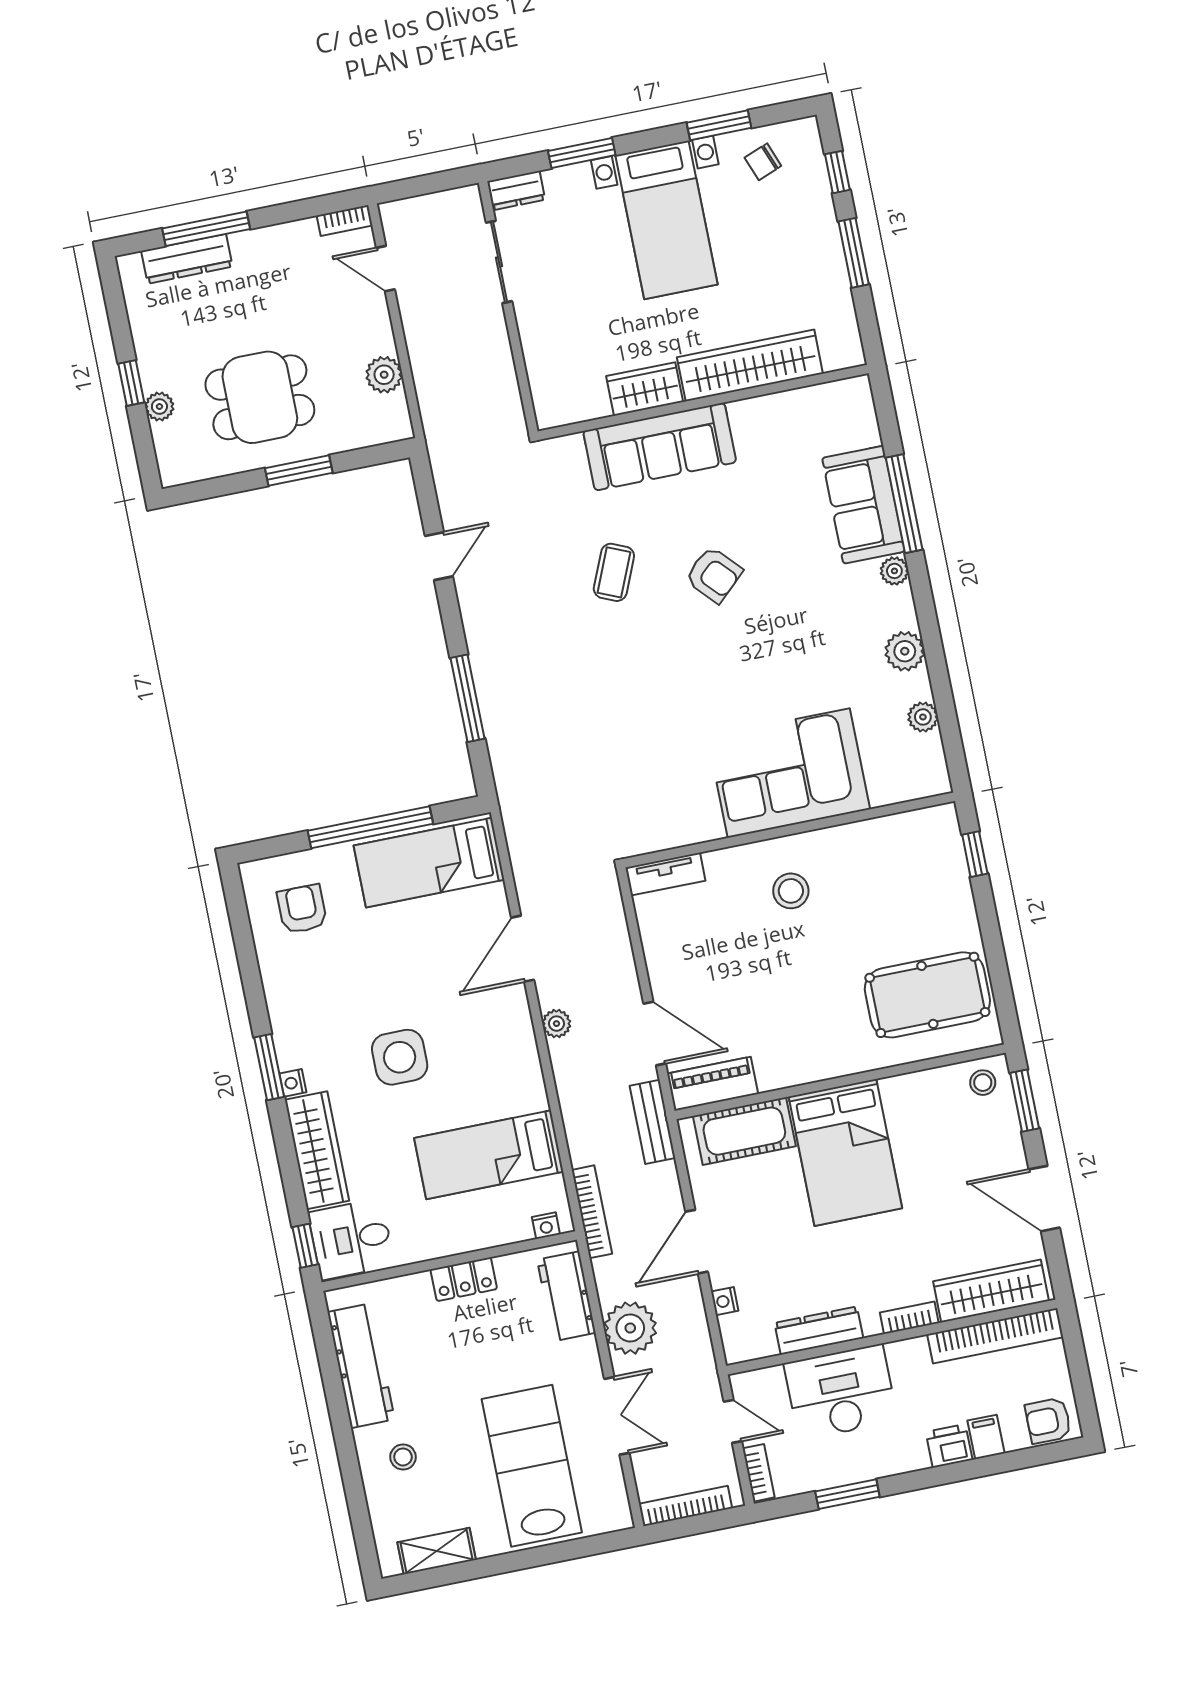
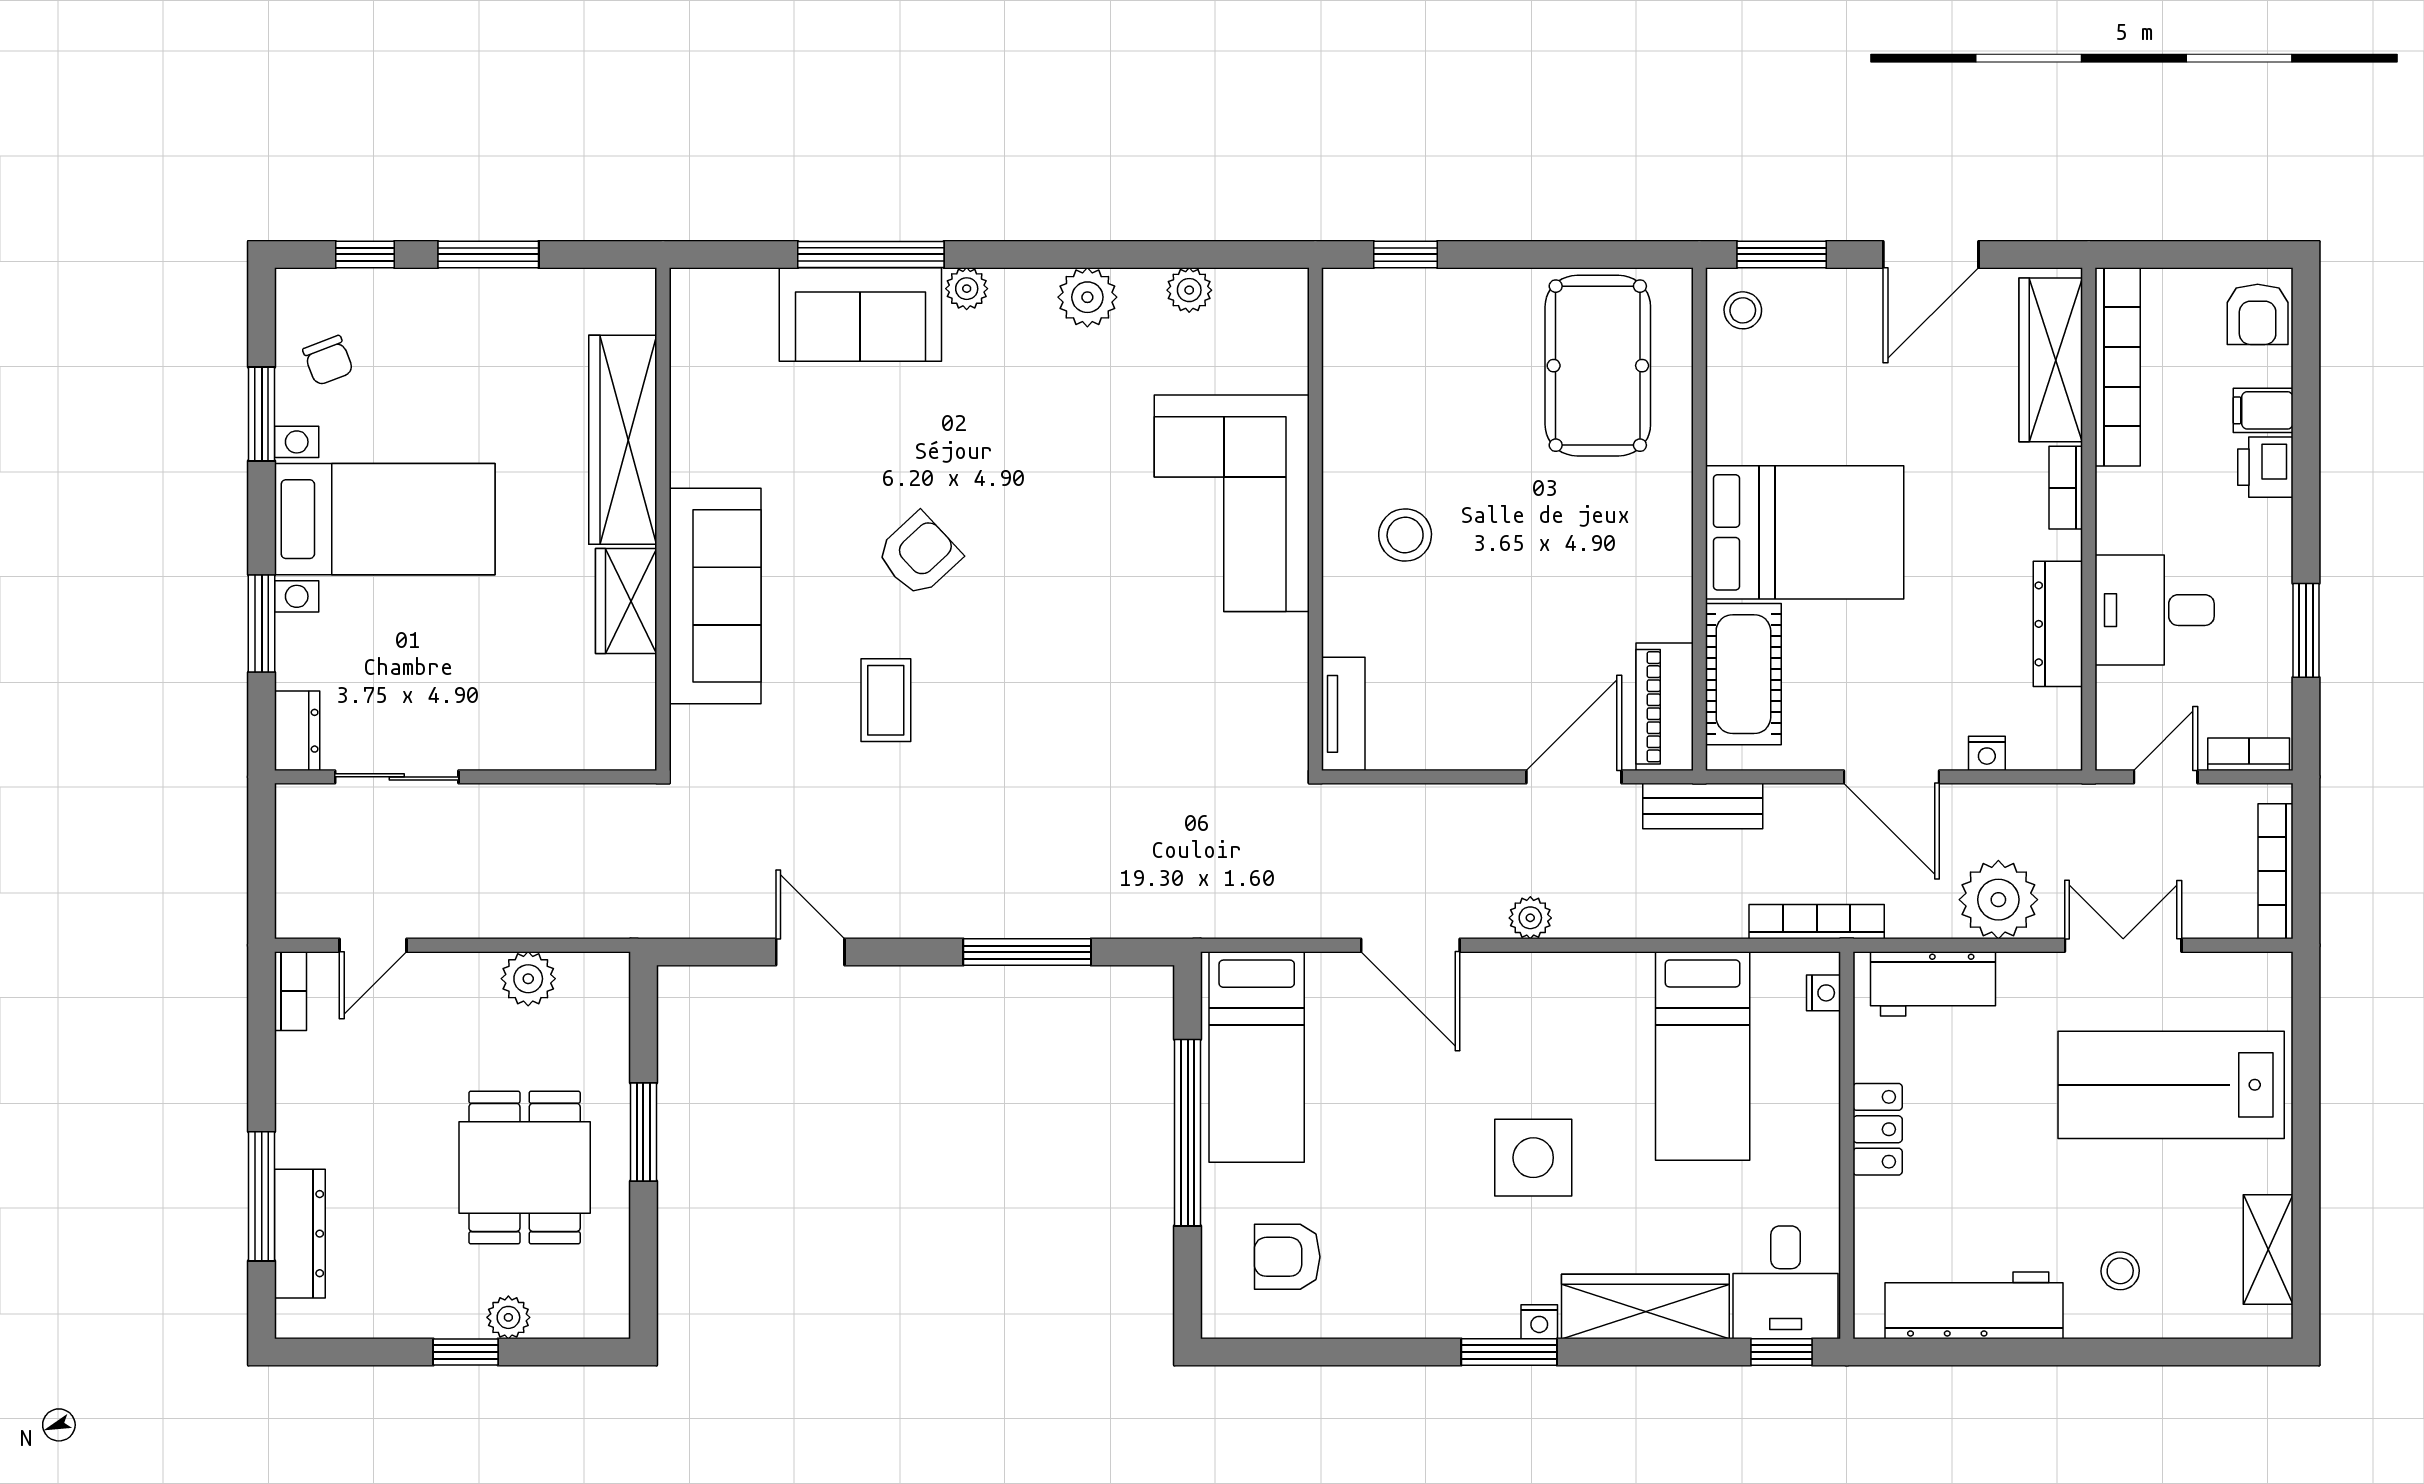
coffee table: (614, 572) -> (886, 700), turned 67
desk: (841, 1392) -> (2155, 610), width x0.73

